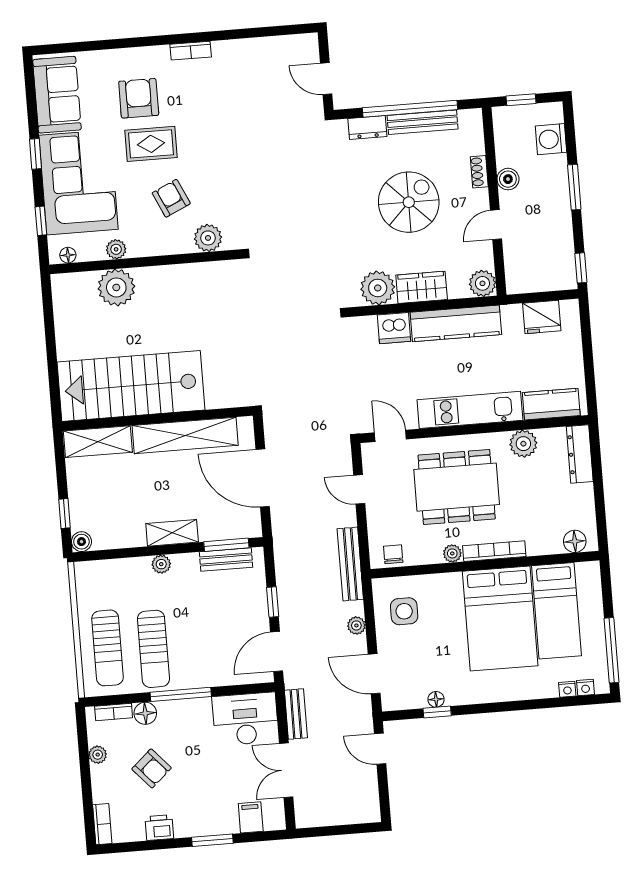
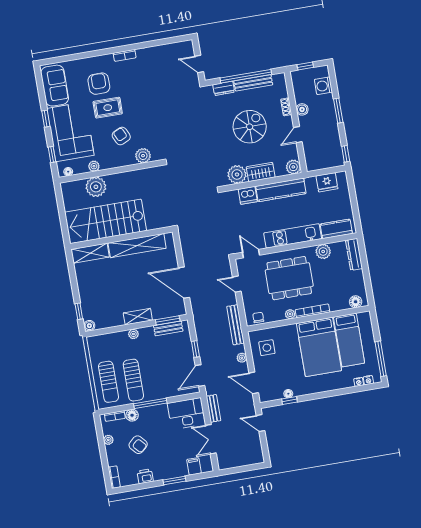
stairs: (131, 386) -> (106, 221), moved
wall: (157, 419) -> (121, 238), moved
shelving: (185, 435) -> (137, 246), moved
shelving: (98, 442) -> (90, 253), moved

